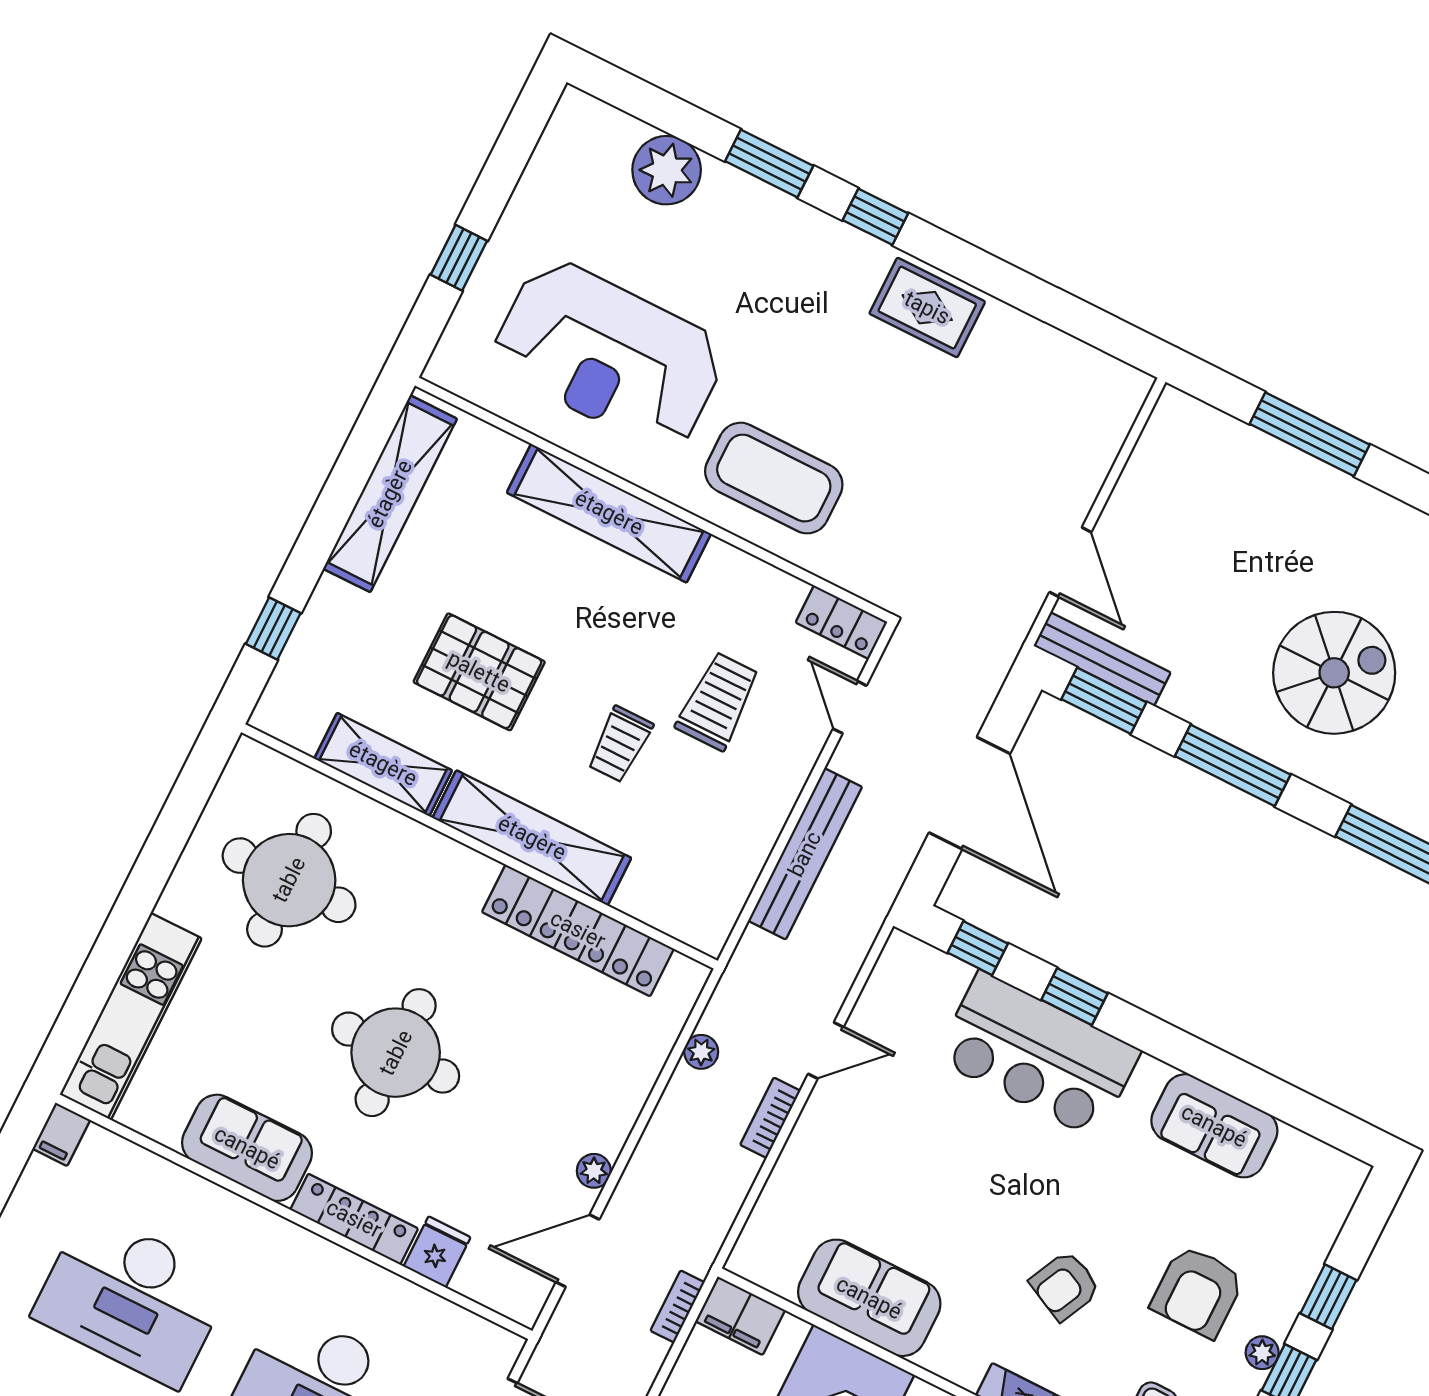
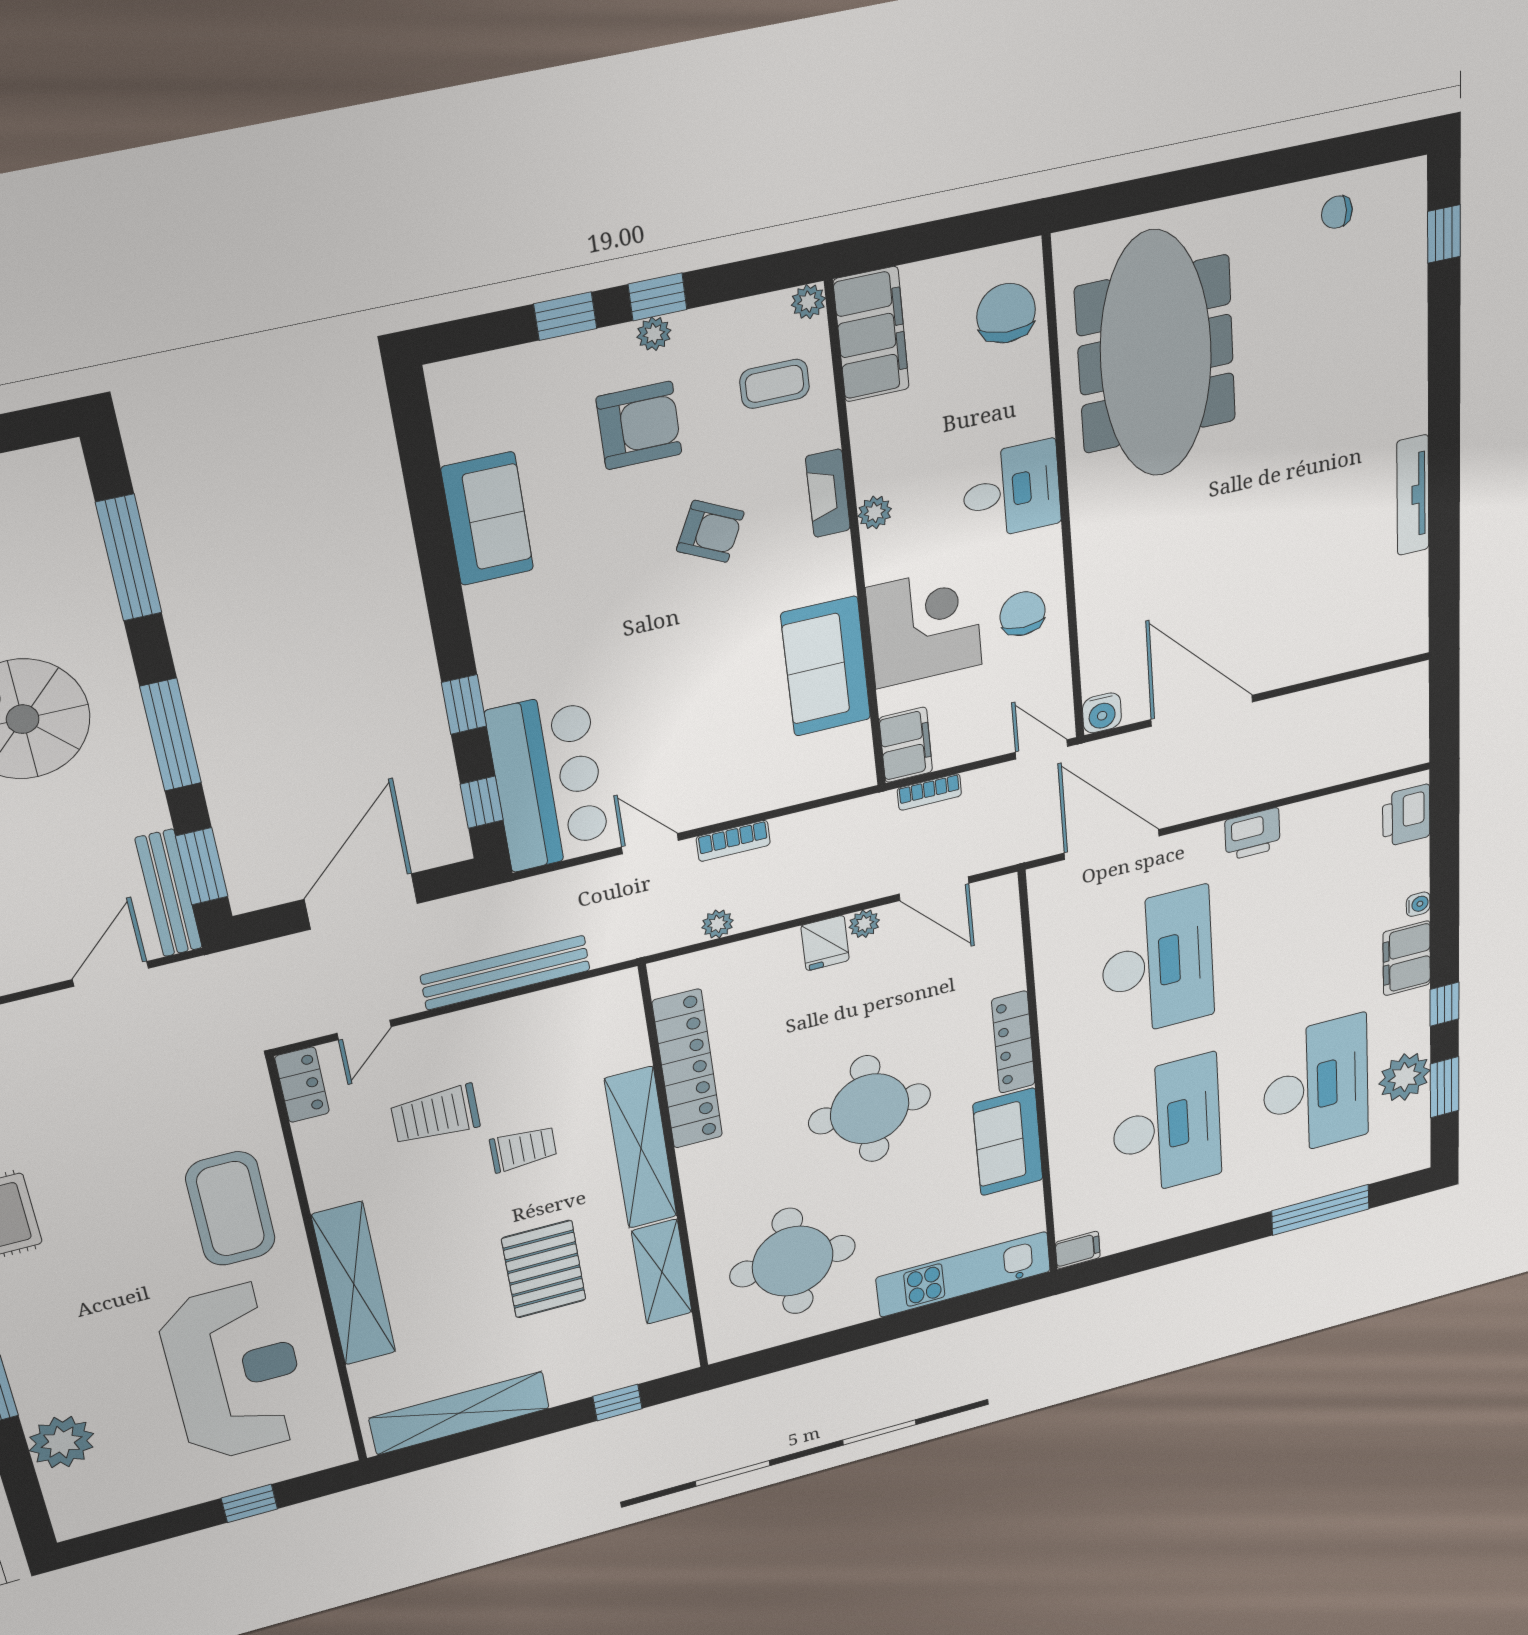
bar counter: (1038, 1055) -> (548, 781), moved
fridge: (437, 1252) -> (825, 943), moved, turned -90

